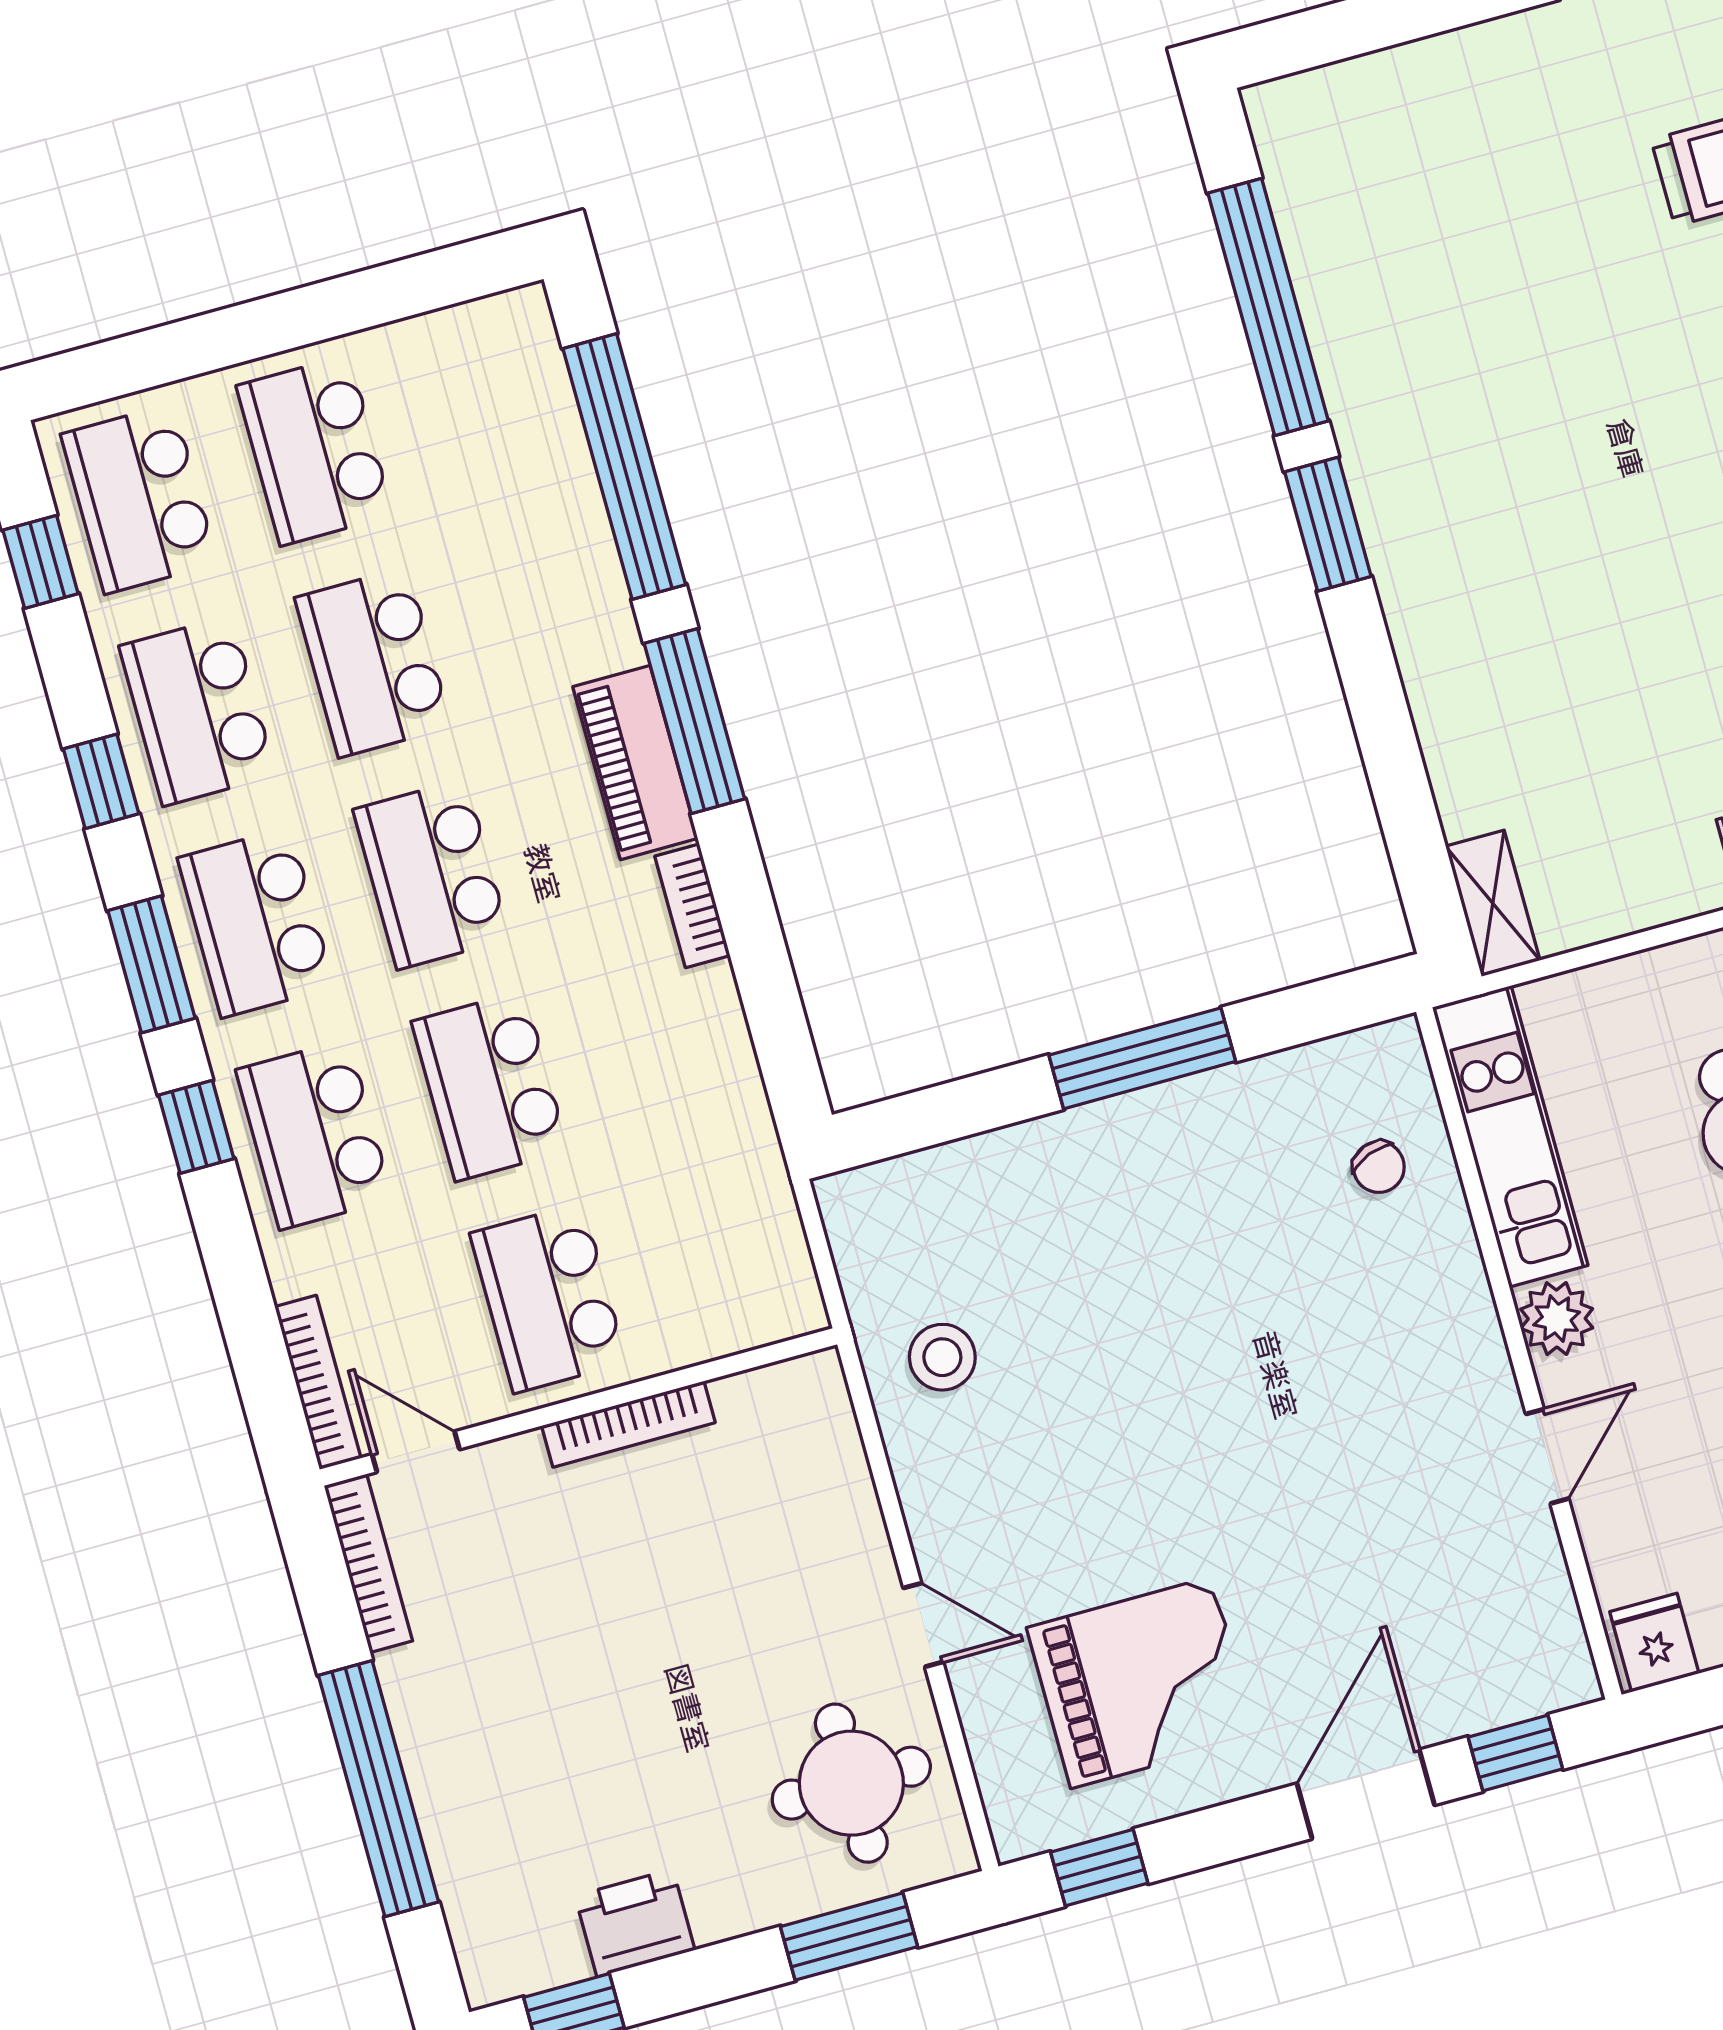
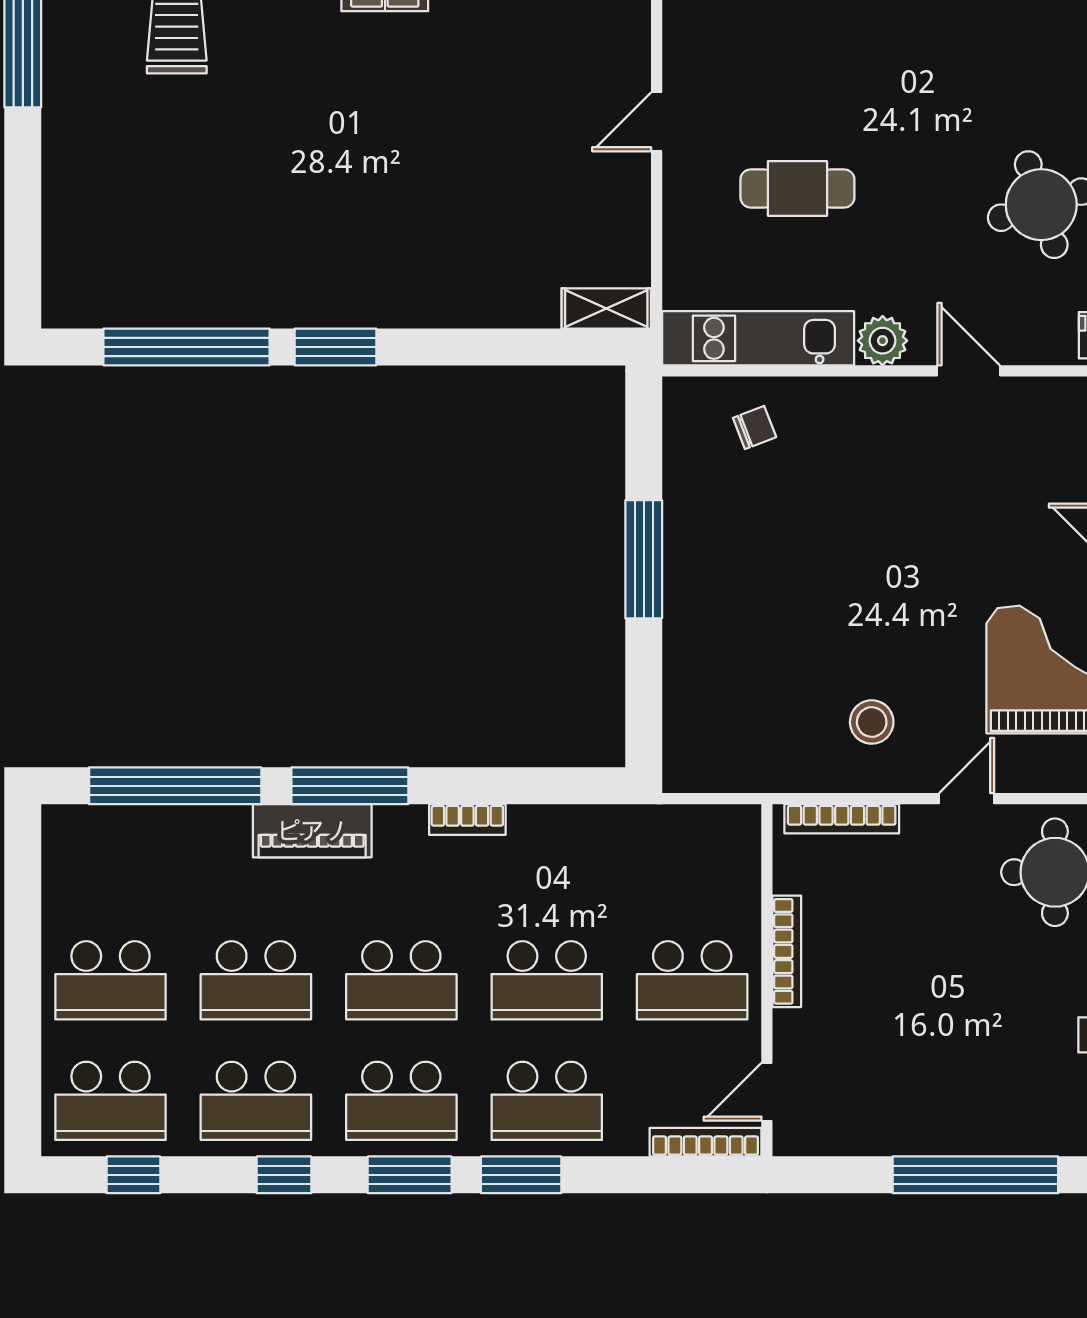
piano: (635, 763) -> (312, 831), moved
window: (196, 1127) -> (521, 1175), width x1.50
stool: (942, 1357) -> (872, 722), moved
bookcase: (368, 1563) -> (842, 819), moved, turned 180

